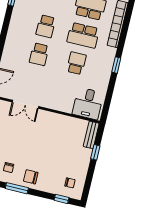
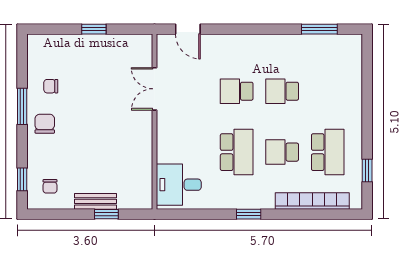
school desk: (83, 35) -> (282, 152), width x0.54
school desk: (76, 63) -> (237, 152), width x1.85
bench: (91, 135) -> (96, 201), moved

